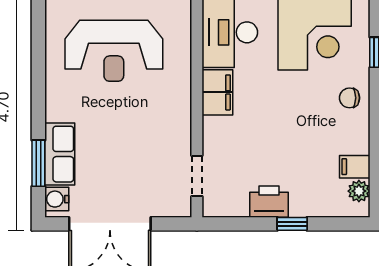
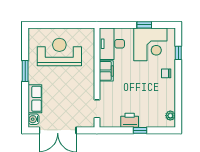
reception desk: (114, 51) -> (59, 52), turned 180
window: (38, 163) -> (25, 71), moved
filing cabinet: (355, 167) -> (168, 105), removed

